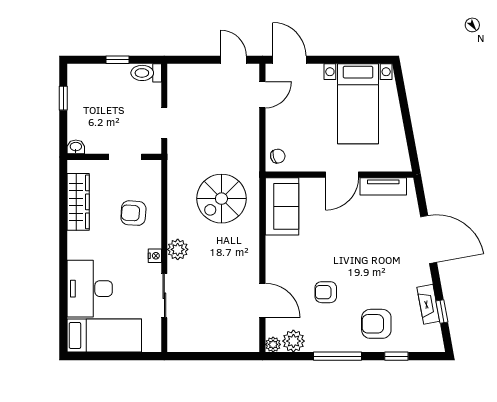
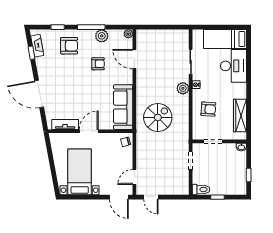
sofa: (282, 206) -> (123, 107), width x1.36
fireplace: (428, 304) -> (37, 46), moved
plant: (293, 341) -> (102, 36), moved

